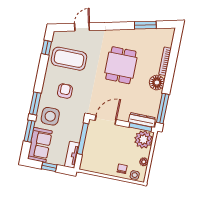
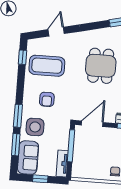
armchair: (65, 91) -> (47, 99), turned 180

